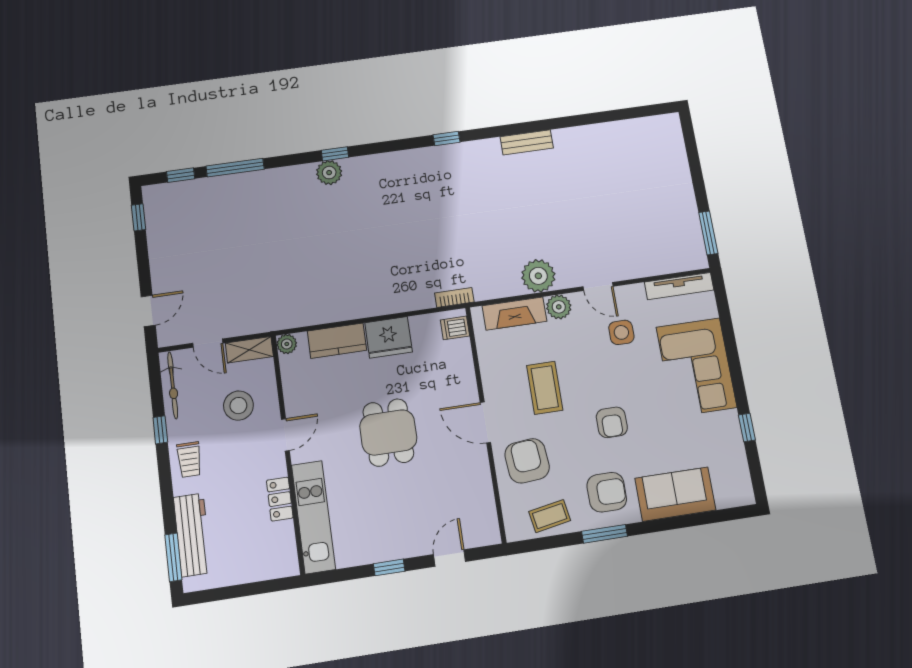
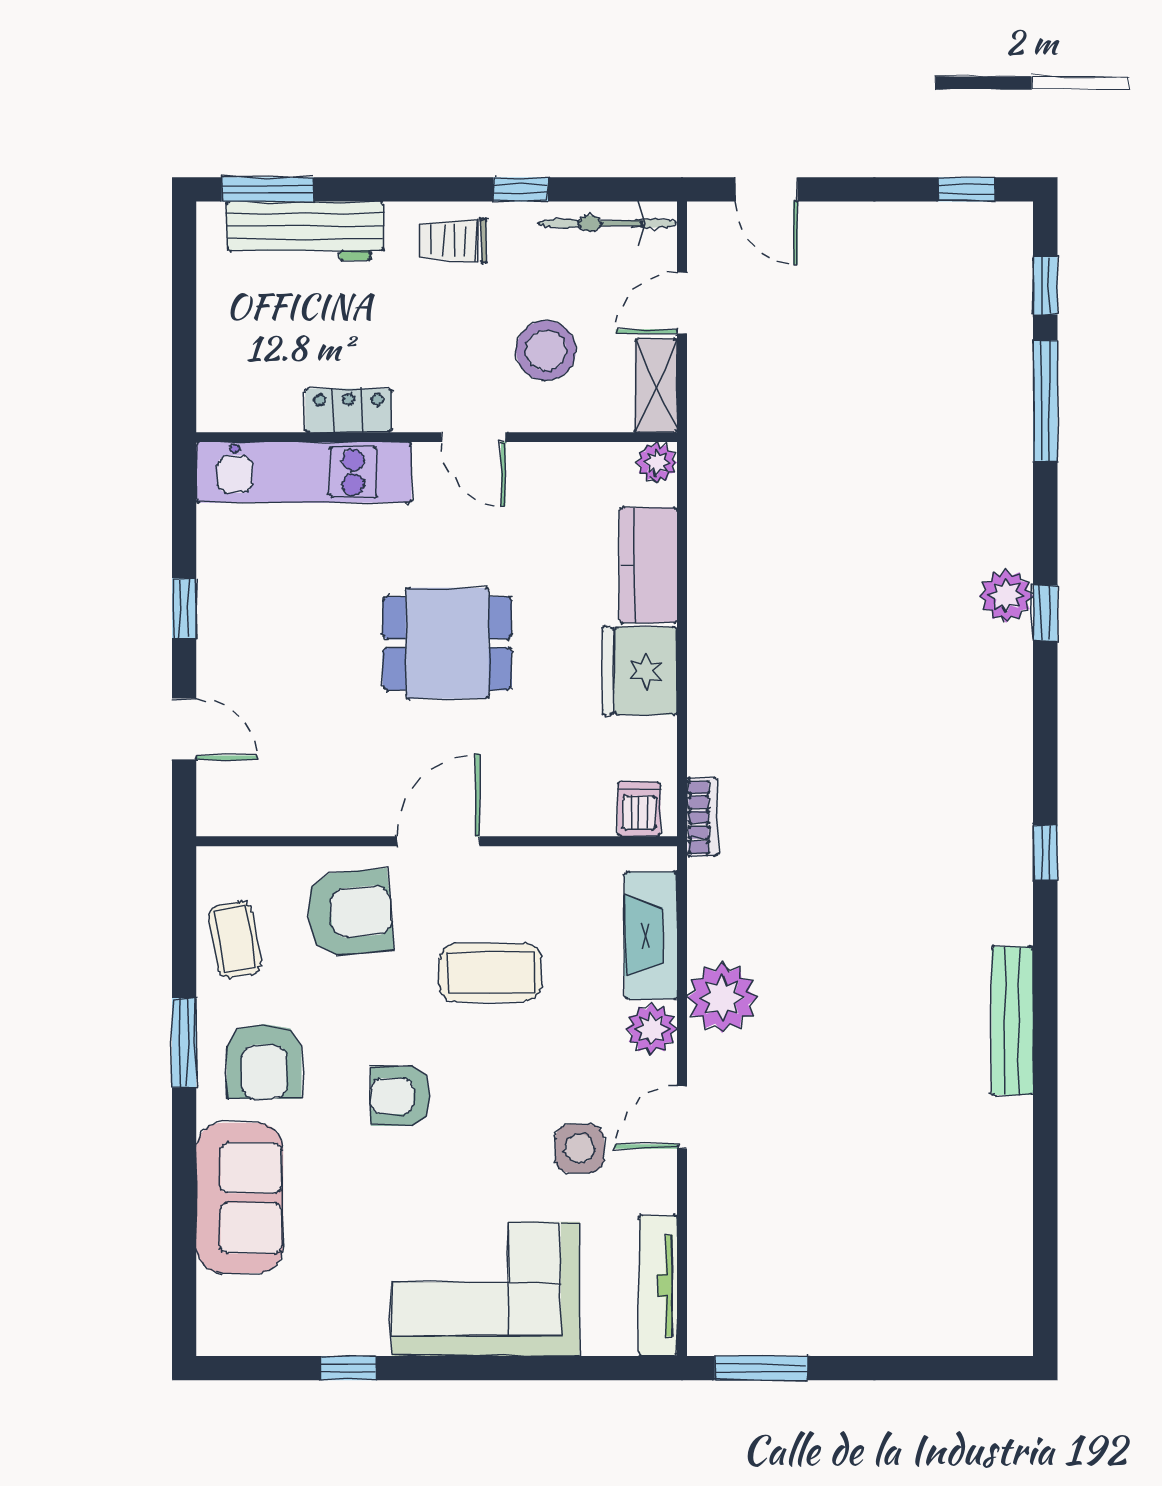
bench: (527, 142) -> (1012, 1021), width x1.36

